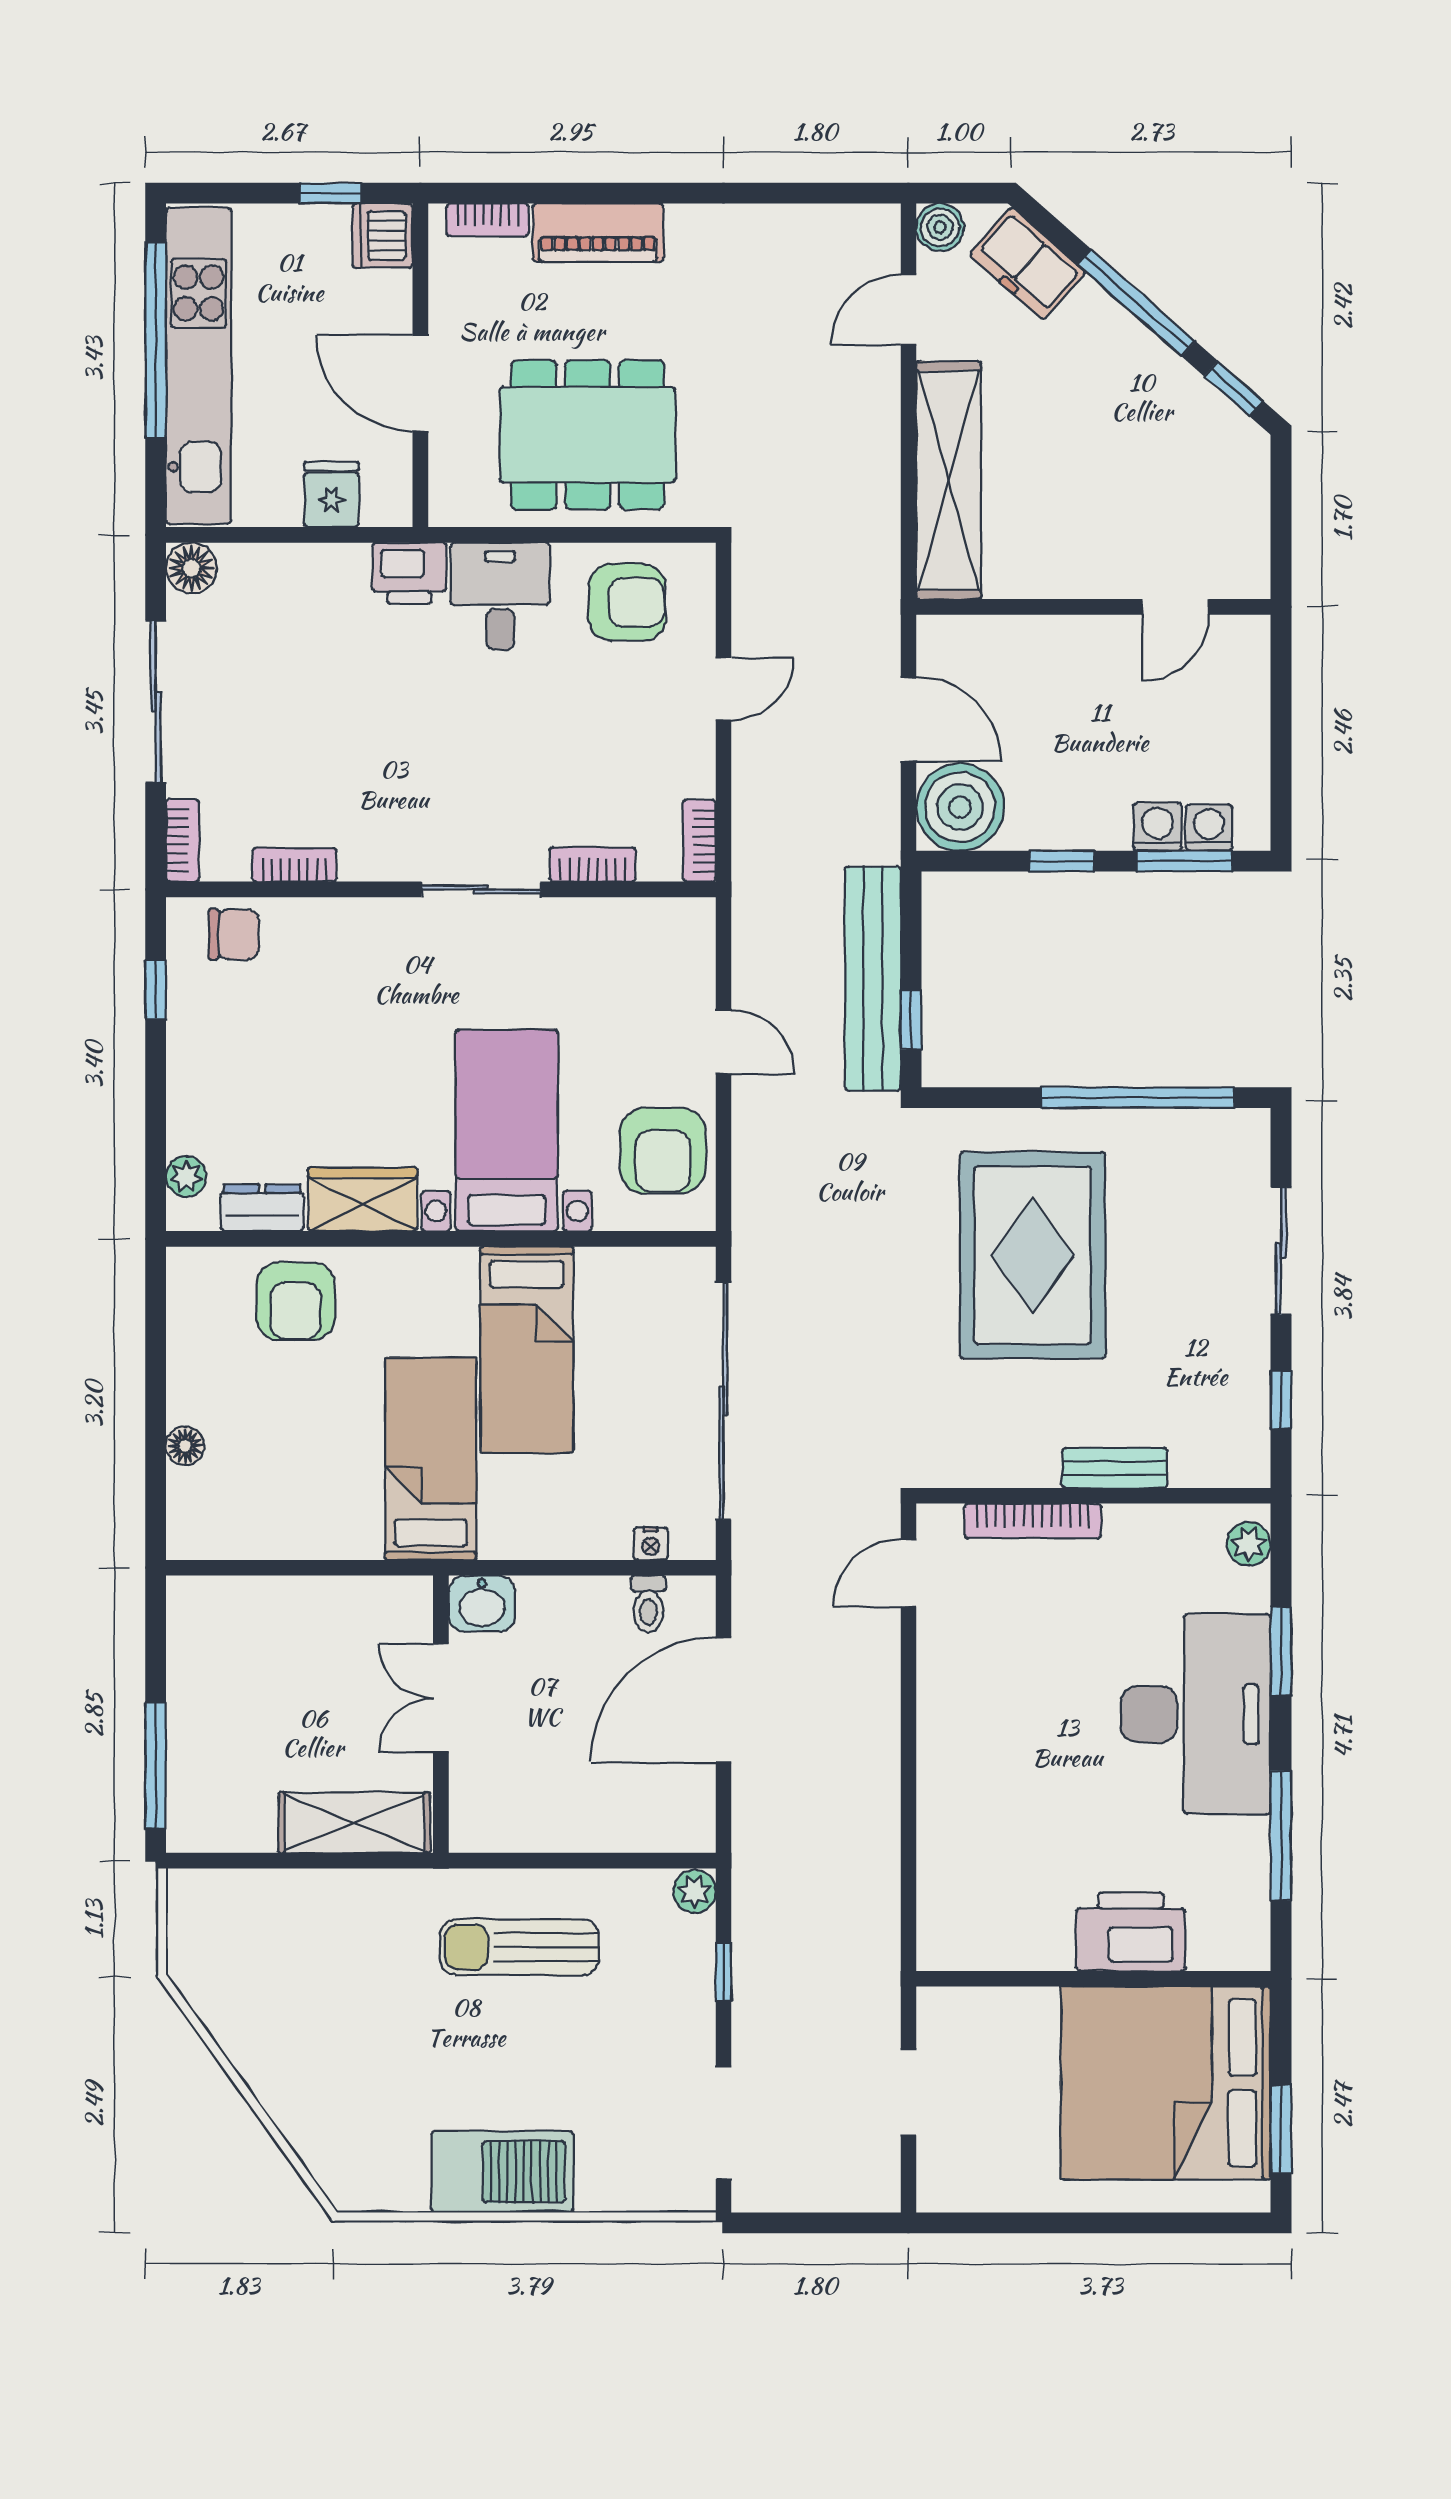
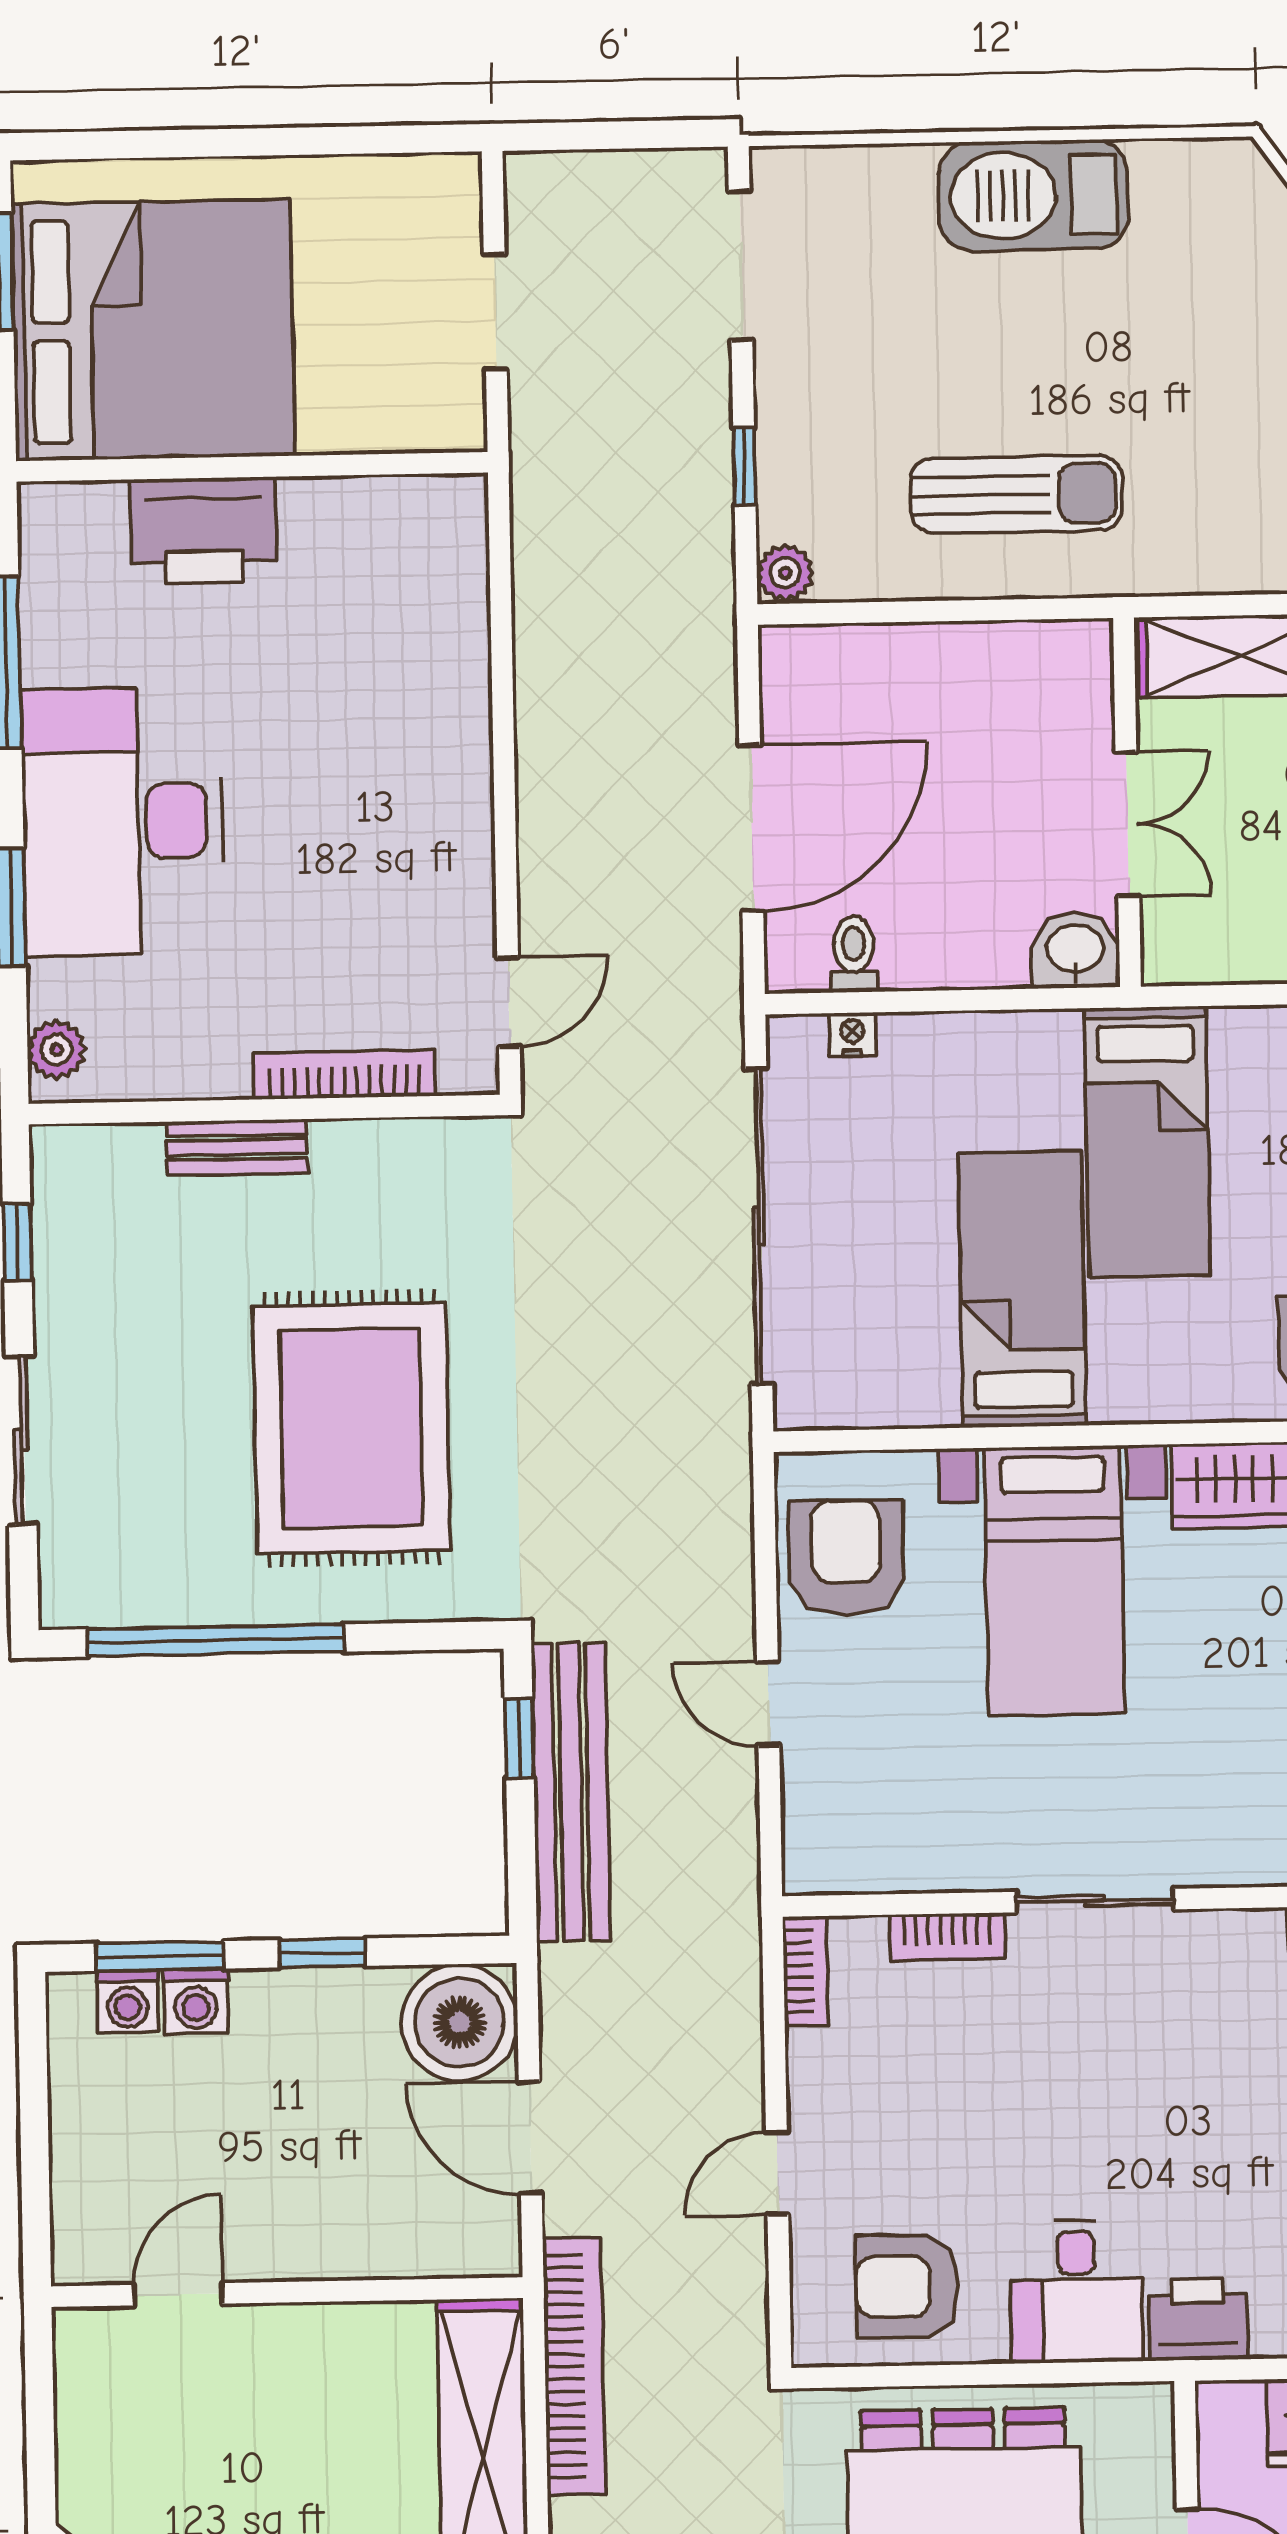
bookcase: (879, 547) -> (574, 2366), added

